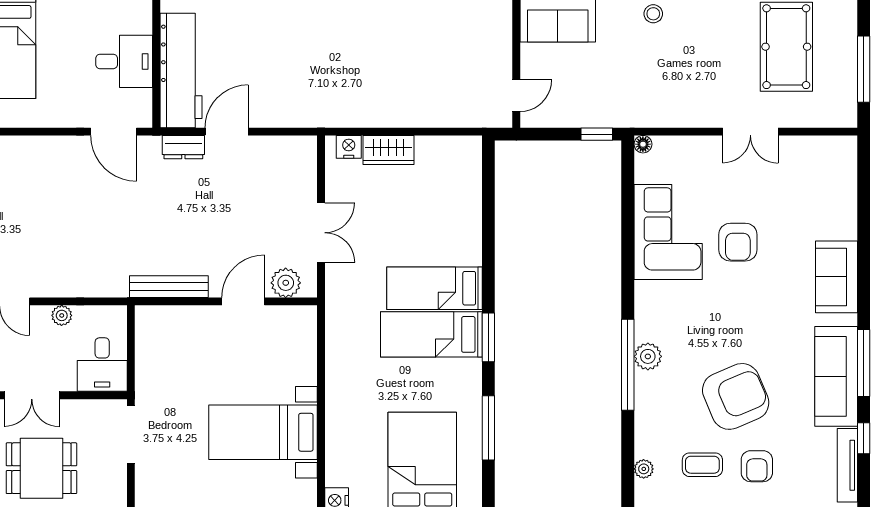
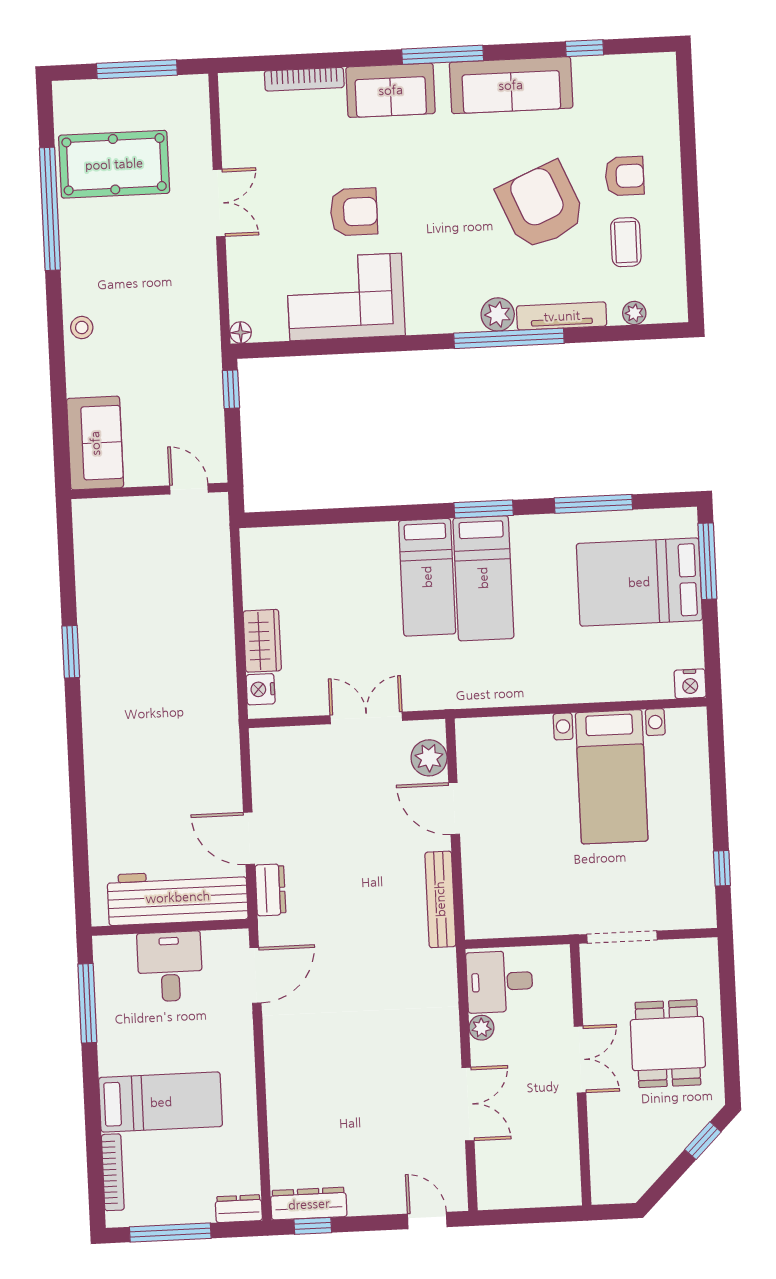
bookcase: (849, 206) -> (304, 79), added
window: (864, 363) -> (443, 55), moved
desk: (102, 365) -> (500, 982), moved, turned 180
tv unit: (847, 465) -> (562, 316), moved, turned 180

